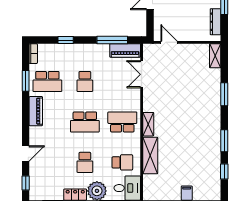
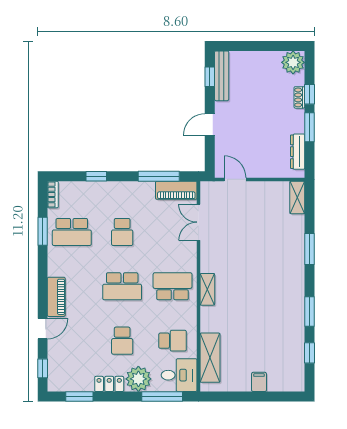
piano: (36, 111) -> (56, 297), moved
shelving: (150, 155) -> (210, 358), moved

